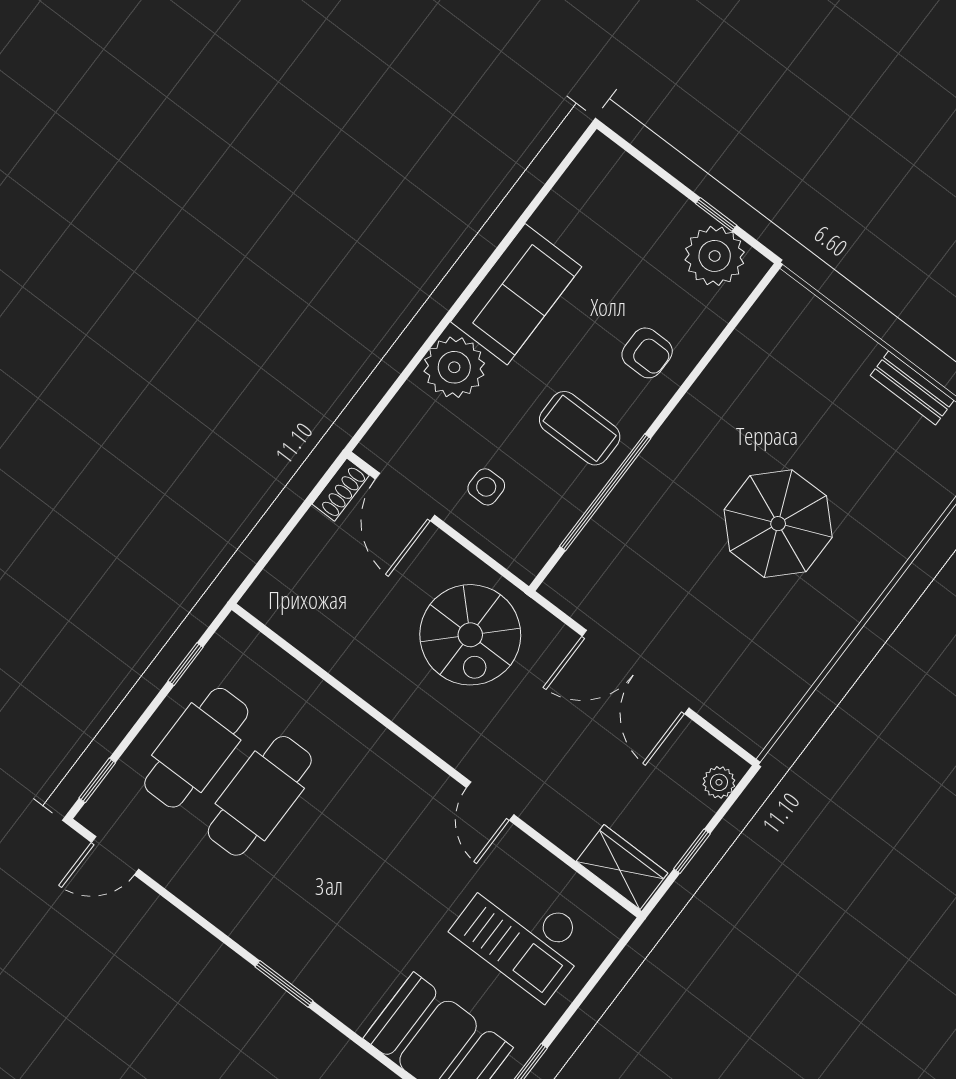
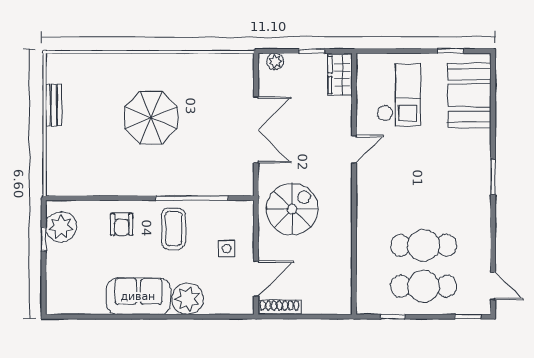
armchair: (647, 353) -> (122, 224), turned 180
shoe rack: (341, 490) -> (279, 307), width x1.43

